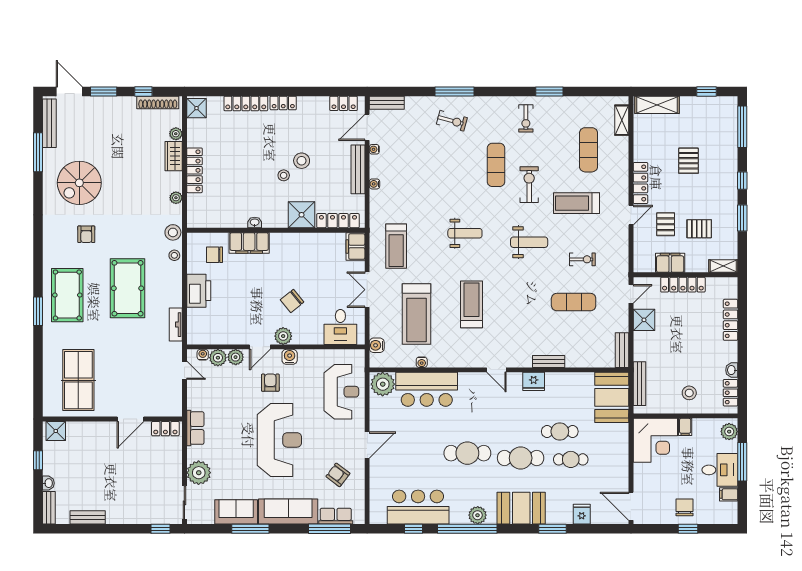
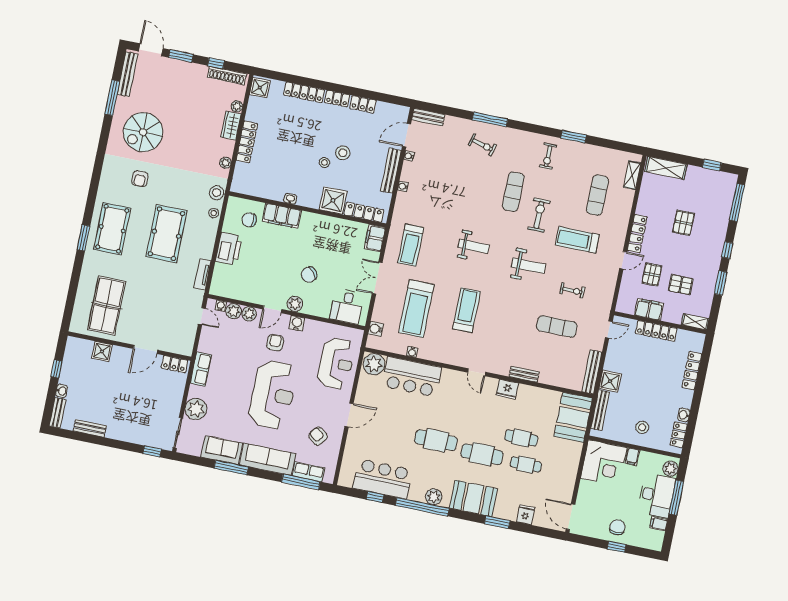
locker: (344, 103) -> (363, 104), moved
shower: (644, 320) -> (610, 381), moved
bench: (622, 350) -> (592, 372), width x1.36
shower: (56, 431) -> (102, 351), moved
desk: (720, 470) -> (656, 495), width x1.37

